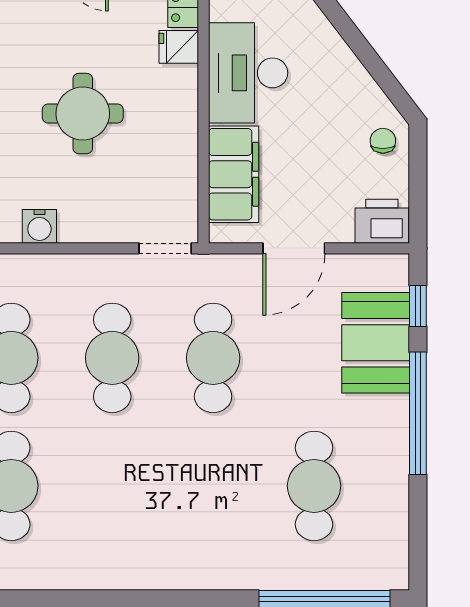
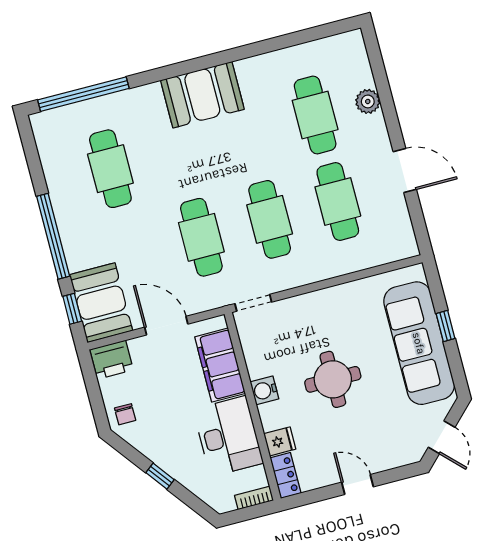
window: (357, 42) -> (160, 476), added
water cooler: (39, 226) -> (264, 390), moved, turned -90
door: (294, 248) -> (166, 326), hinge flipped
booth: (376, 343) -> (101, 303), moved
booth: (160, 555) -> (202, 95), added

